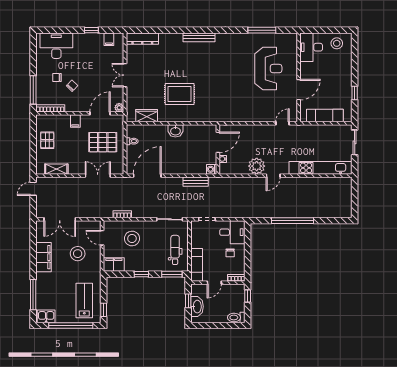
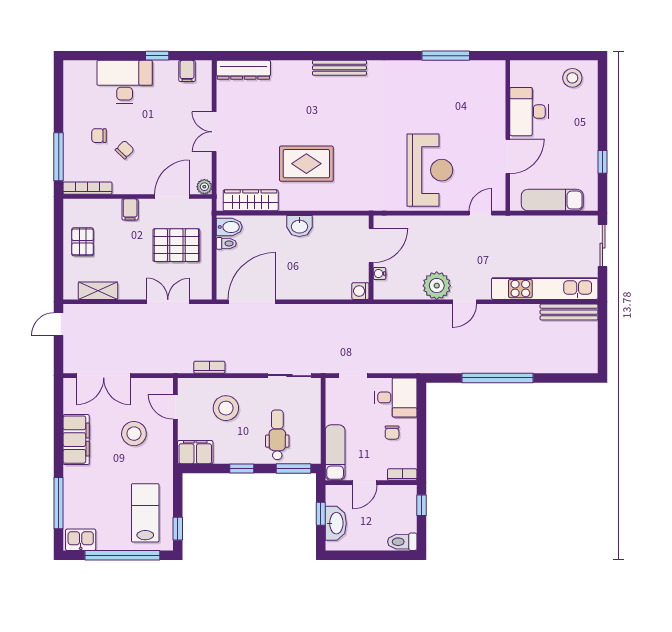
desk: (56, 46) -> (125, 82), moved
desk: (311, 47) -> (529, 112), moved
reception desk: (268, 69) -> (430, 170), moved
wardrobe: (147, 116) -> (251, 200), width x1.50
bidet: (134, 131) -> (229, 227), added
bench: (196, 182) -> (569, 312), moved, width x1.36
dental chair: (175, 250) -> (277, 435), moved

